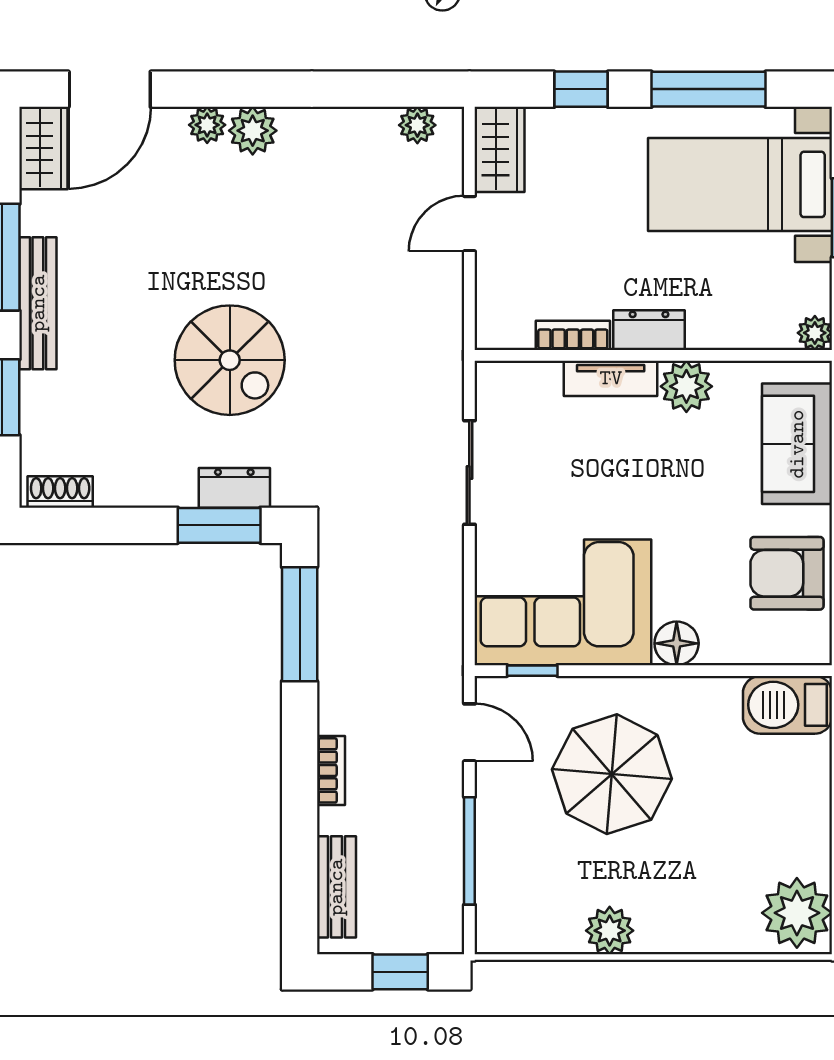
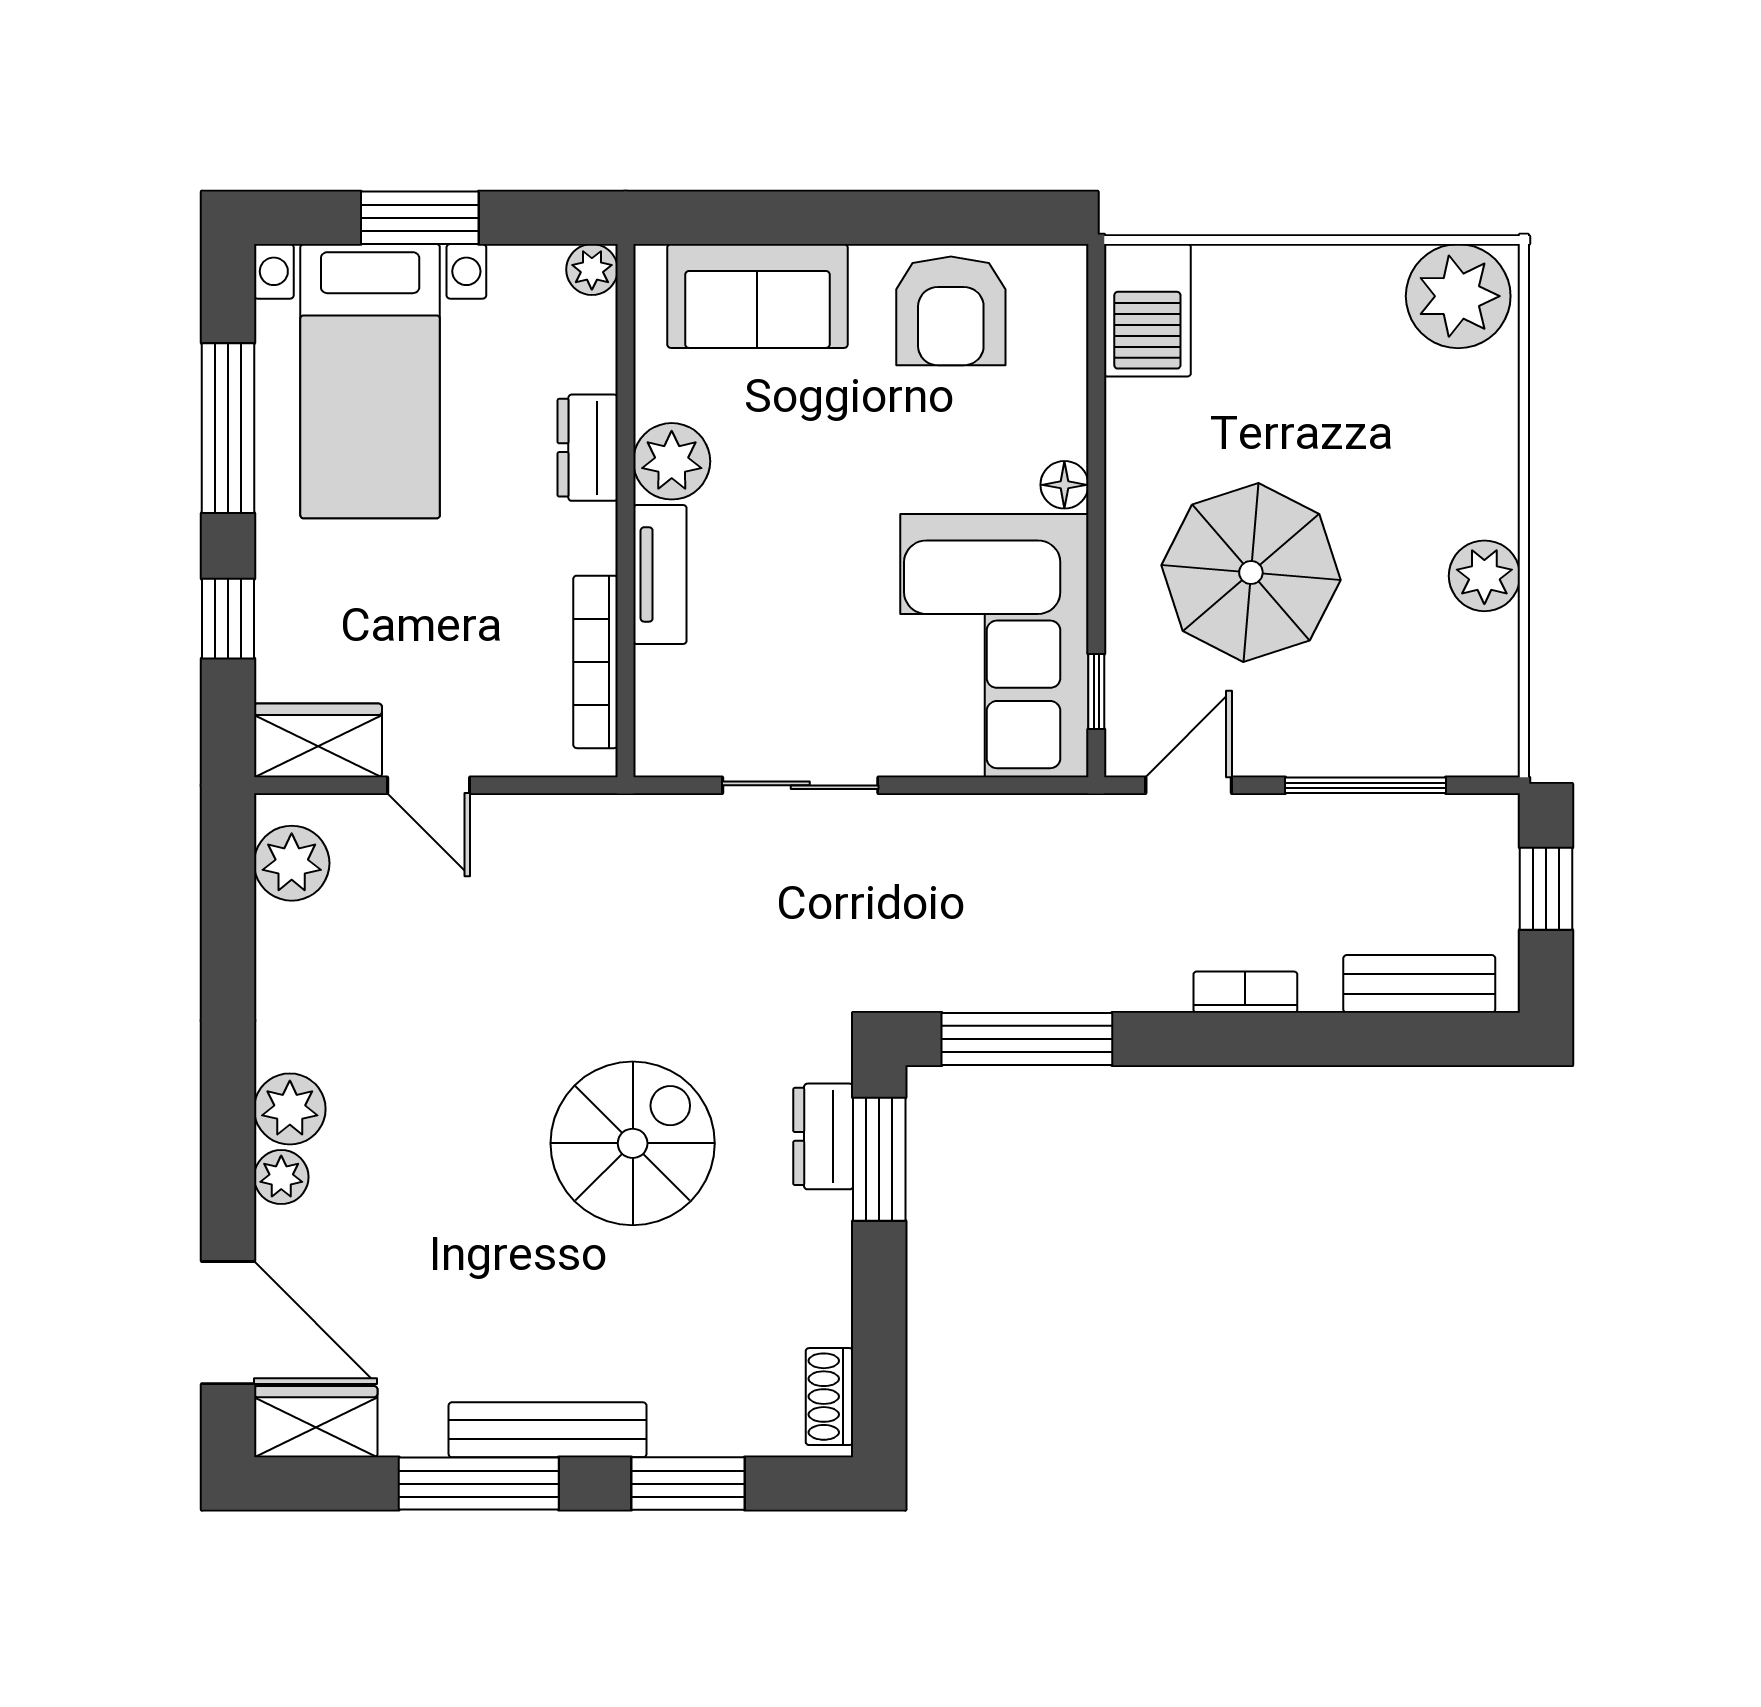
plant: (417, 125) -> (292, 863), width x1.38, depth x1.38
dresser: (649, 330) -> (588, 448), moved
bookcase: (573, 335) -> (596, 662), width x1.56
floor lamp: (677, 643) -> (1064, 485), width x0.73, depth x0.73

